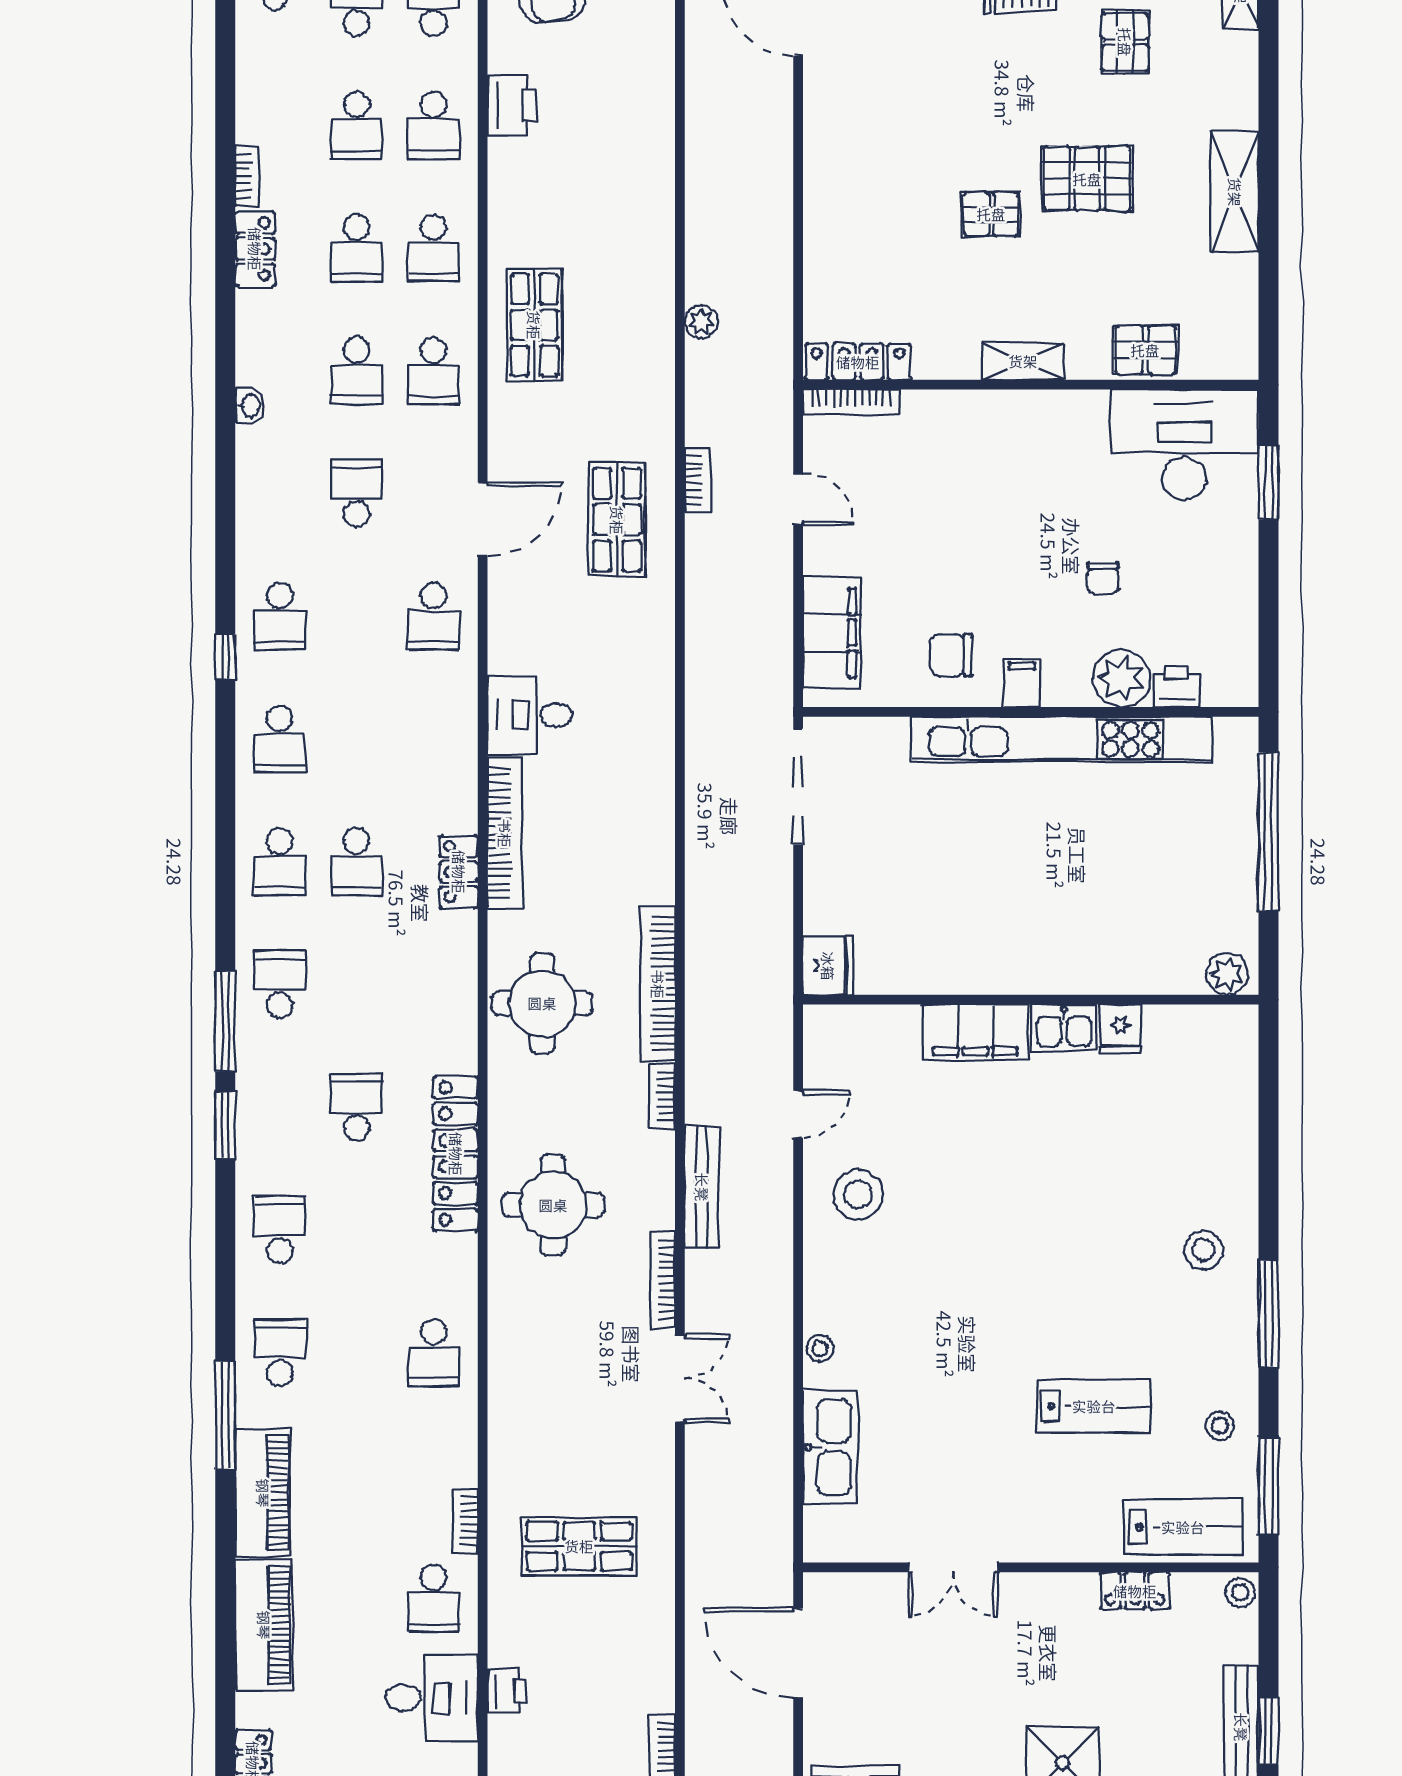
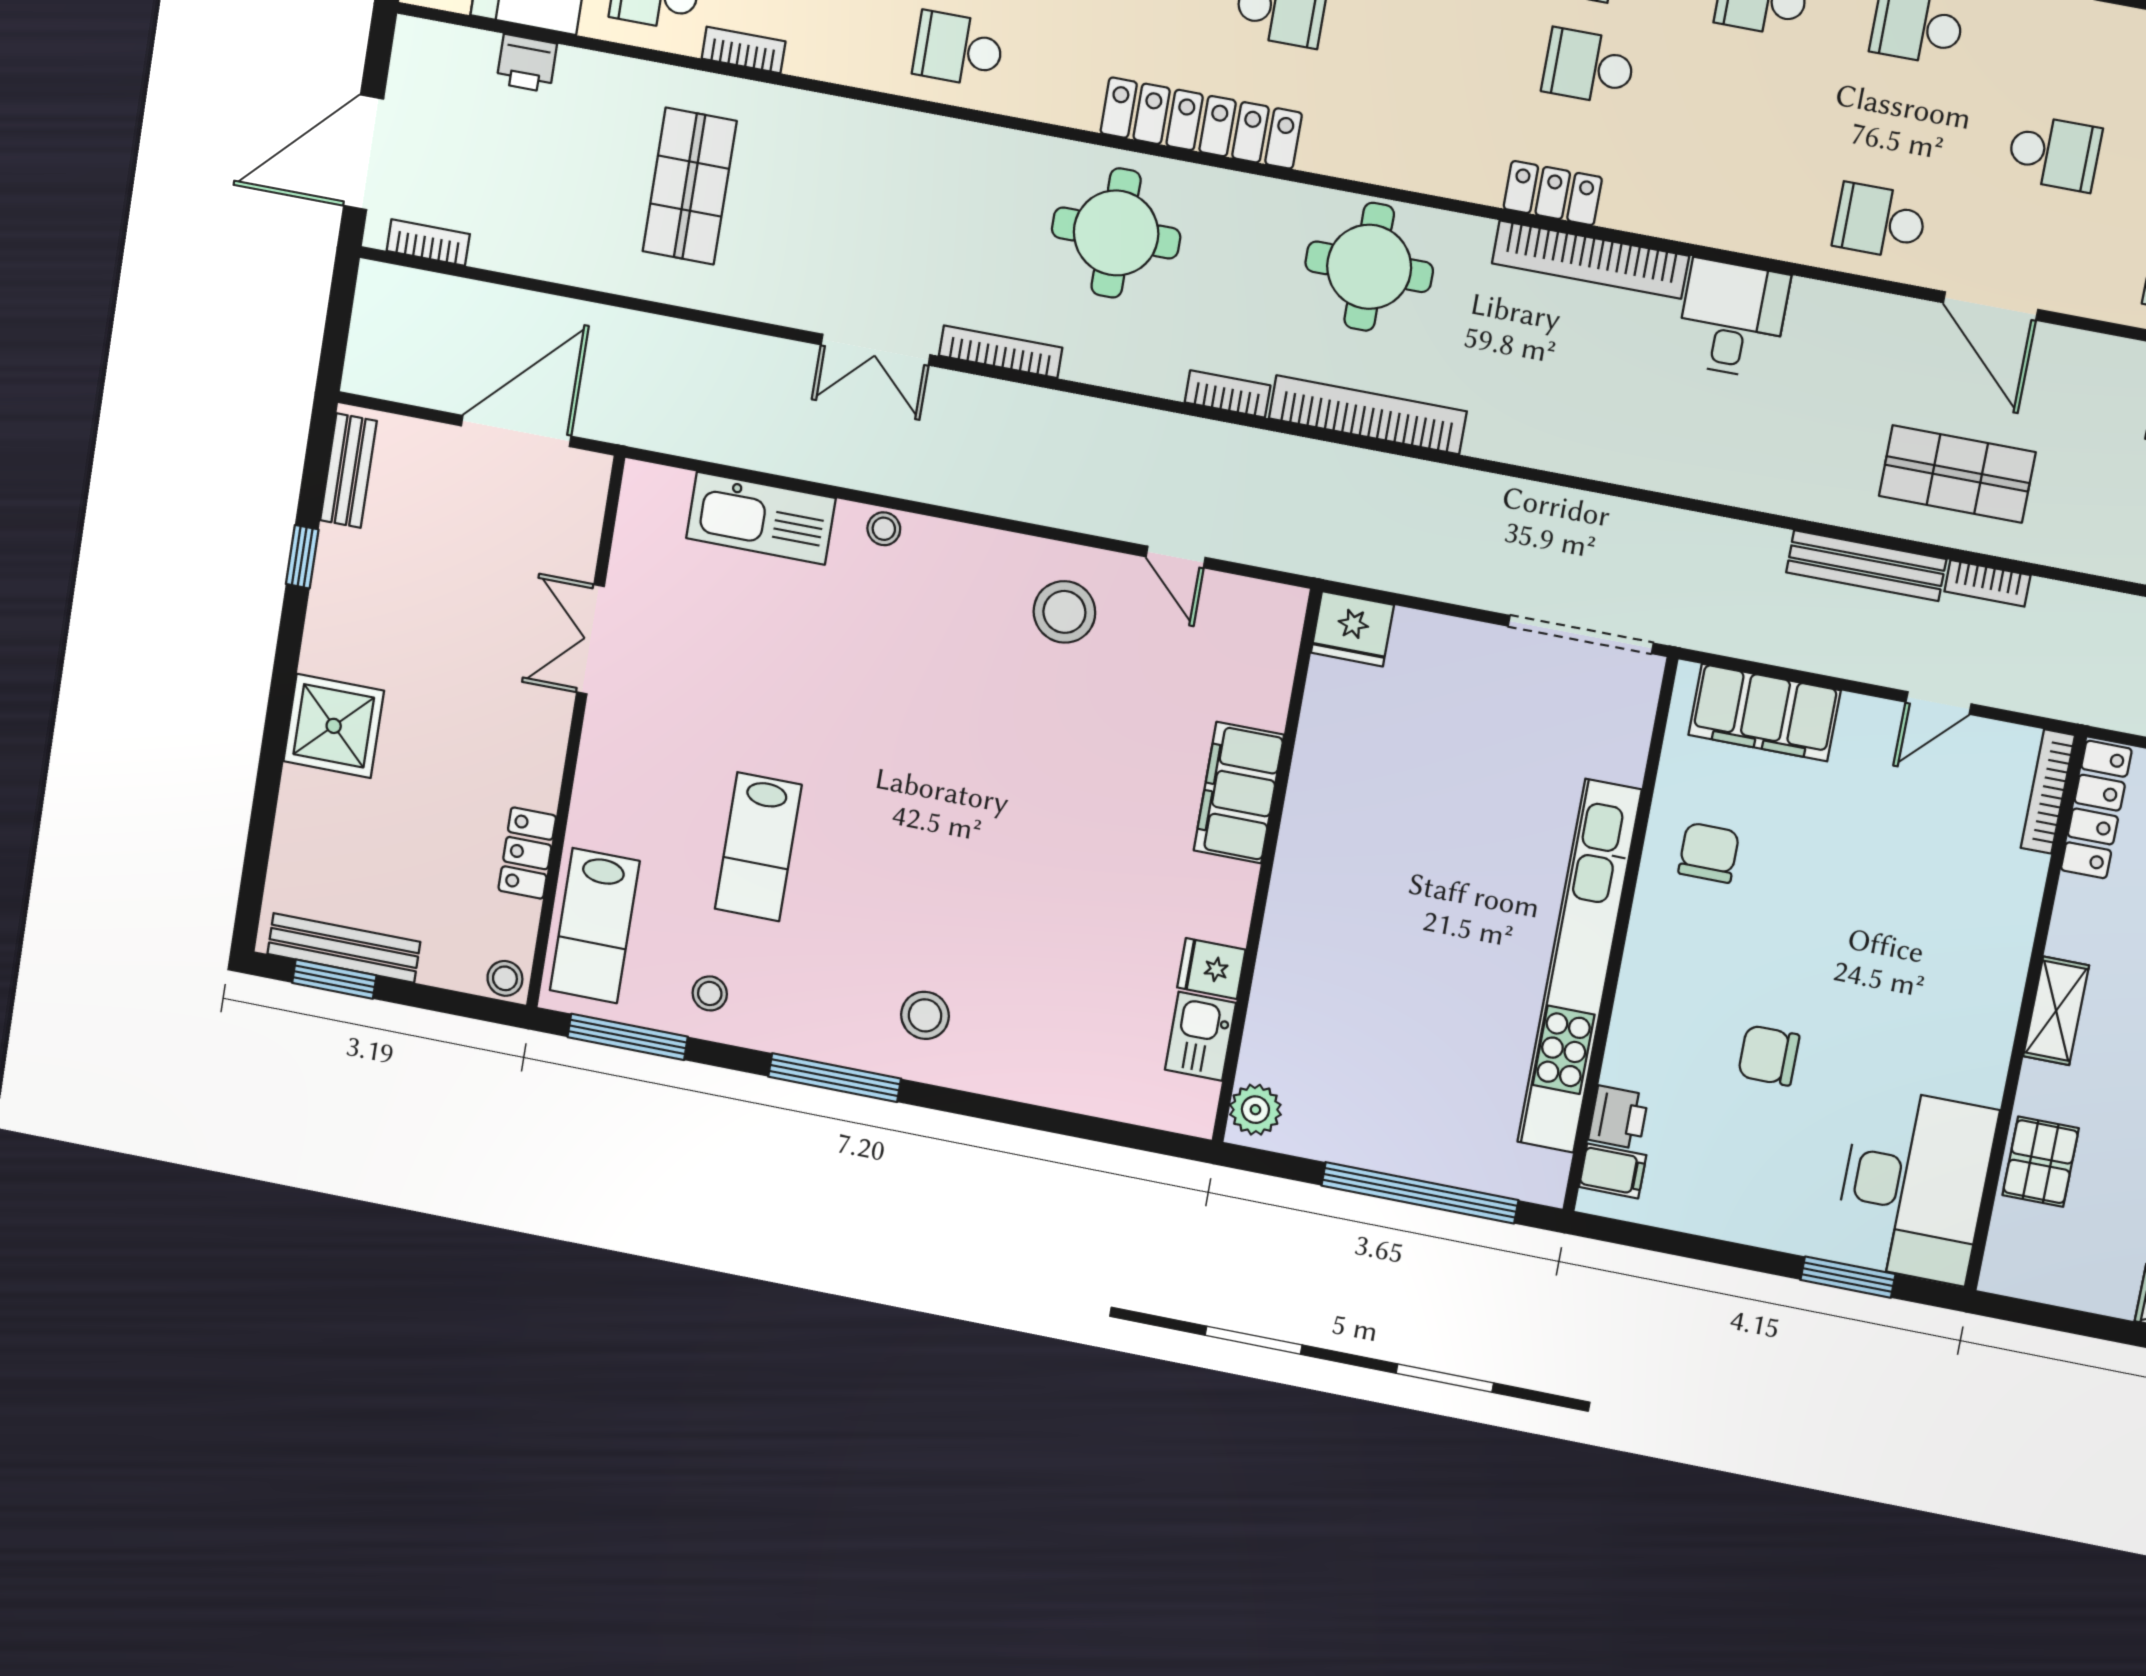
chair: (1103, 578) -> (1769, 1055), width x1.37, depth x1.37
plant: (1121, 678) -> (1641, 1054), removed
filing cabinet: (1022, 683) -> (1613, 1171), moved
kitchen sink: (1064, 1028) -> (1200, 1036), moved
bench: (702, 1187) -> (1866, 566), moved

